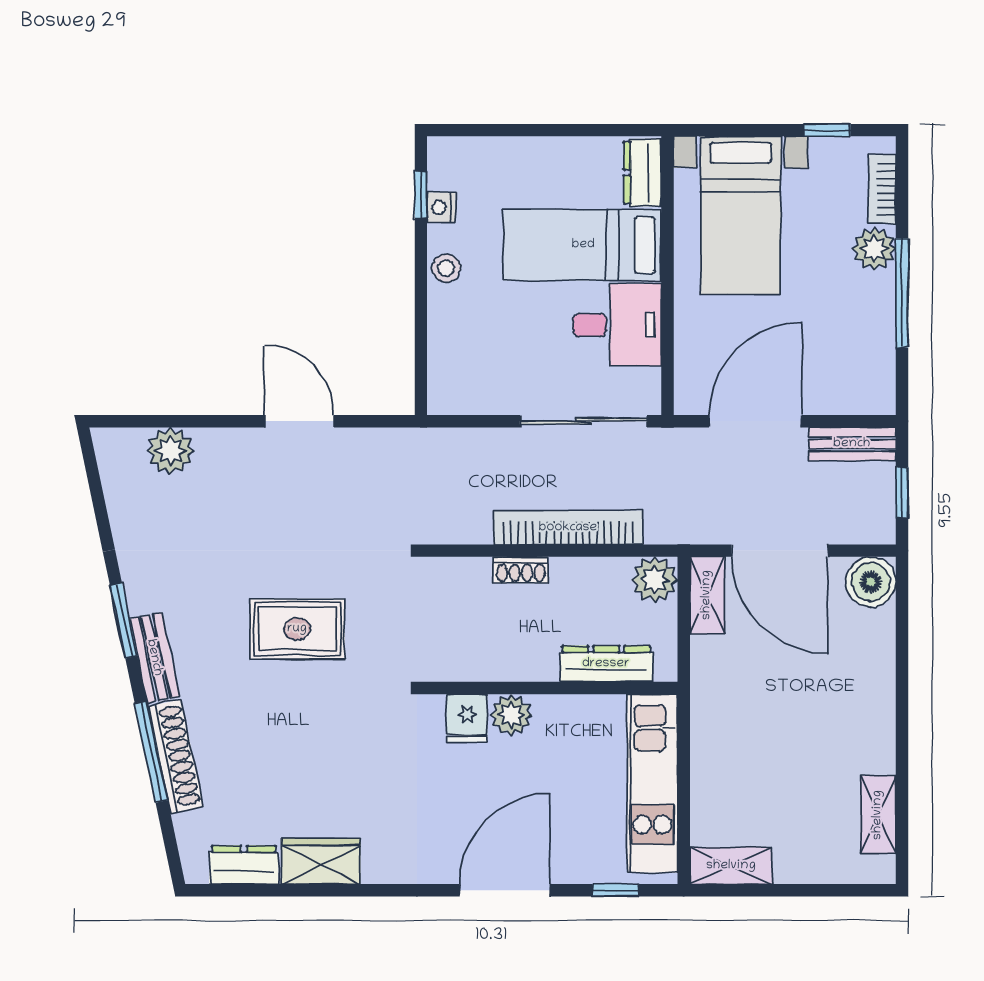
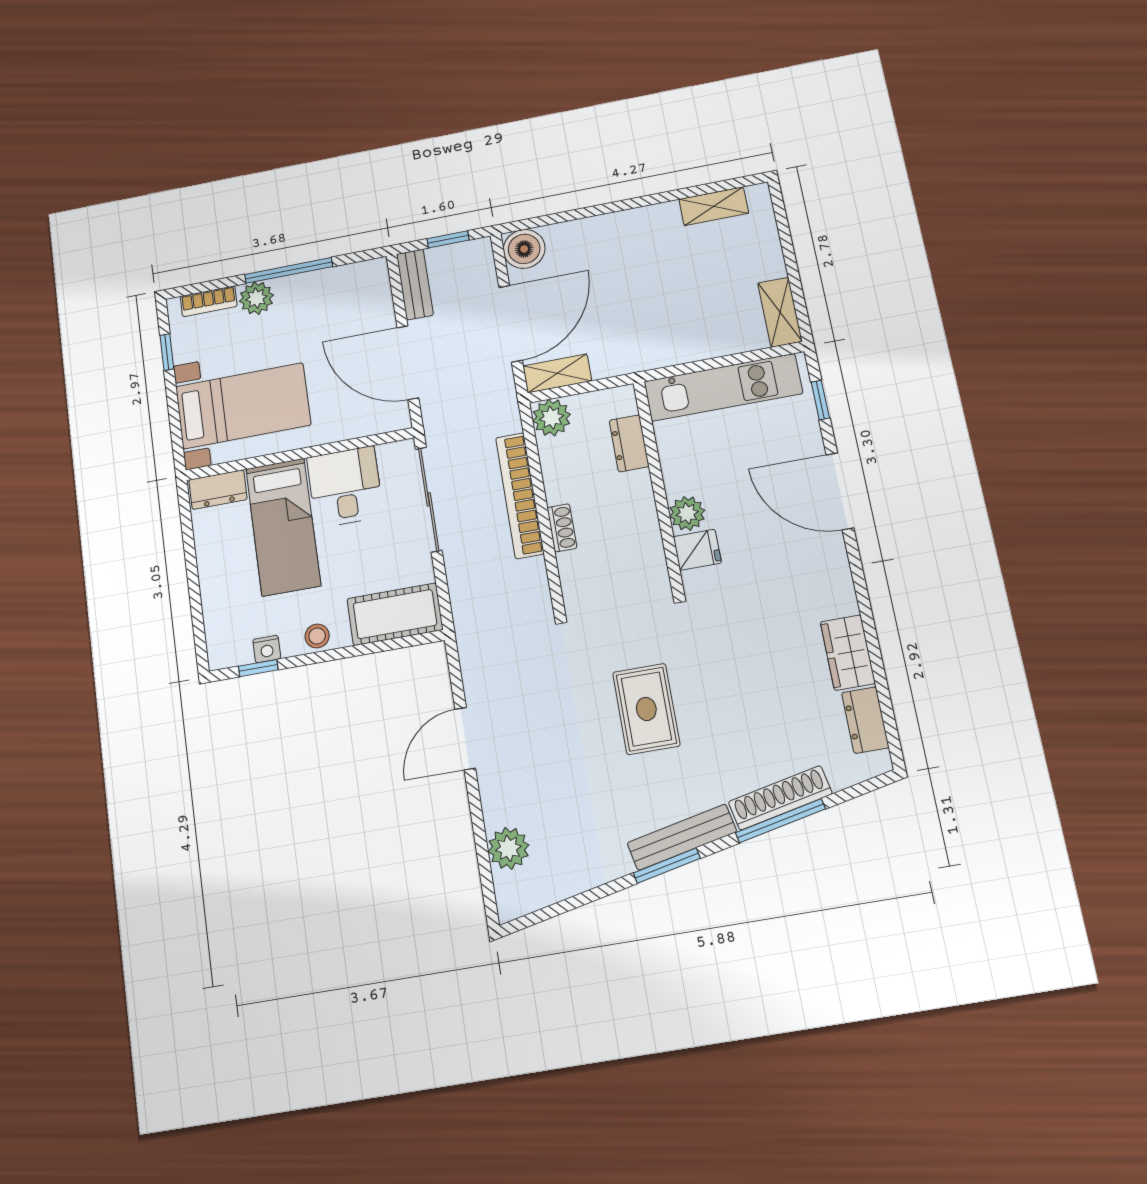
cot: (455, 362) -> (395, 614), added
bench: (154, 658) -> (682, 837), width x1.36
dresser: (606, 664) -> (629, 443), width x0.70

